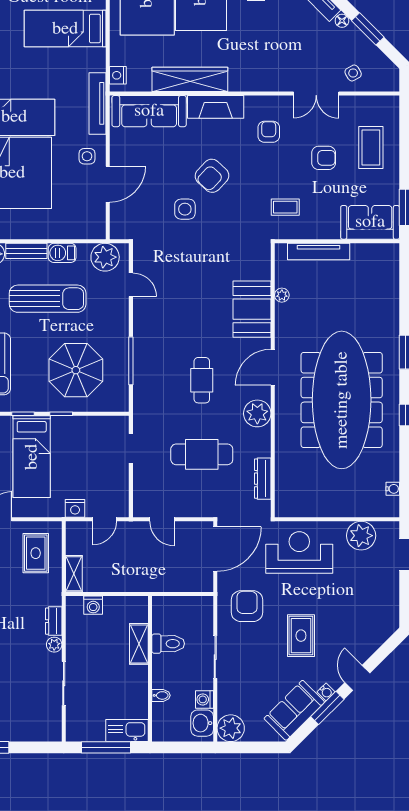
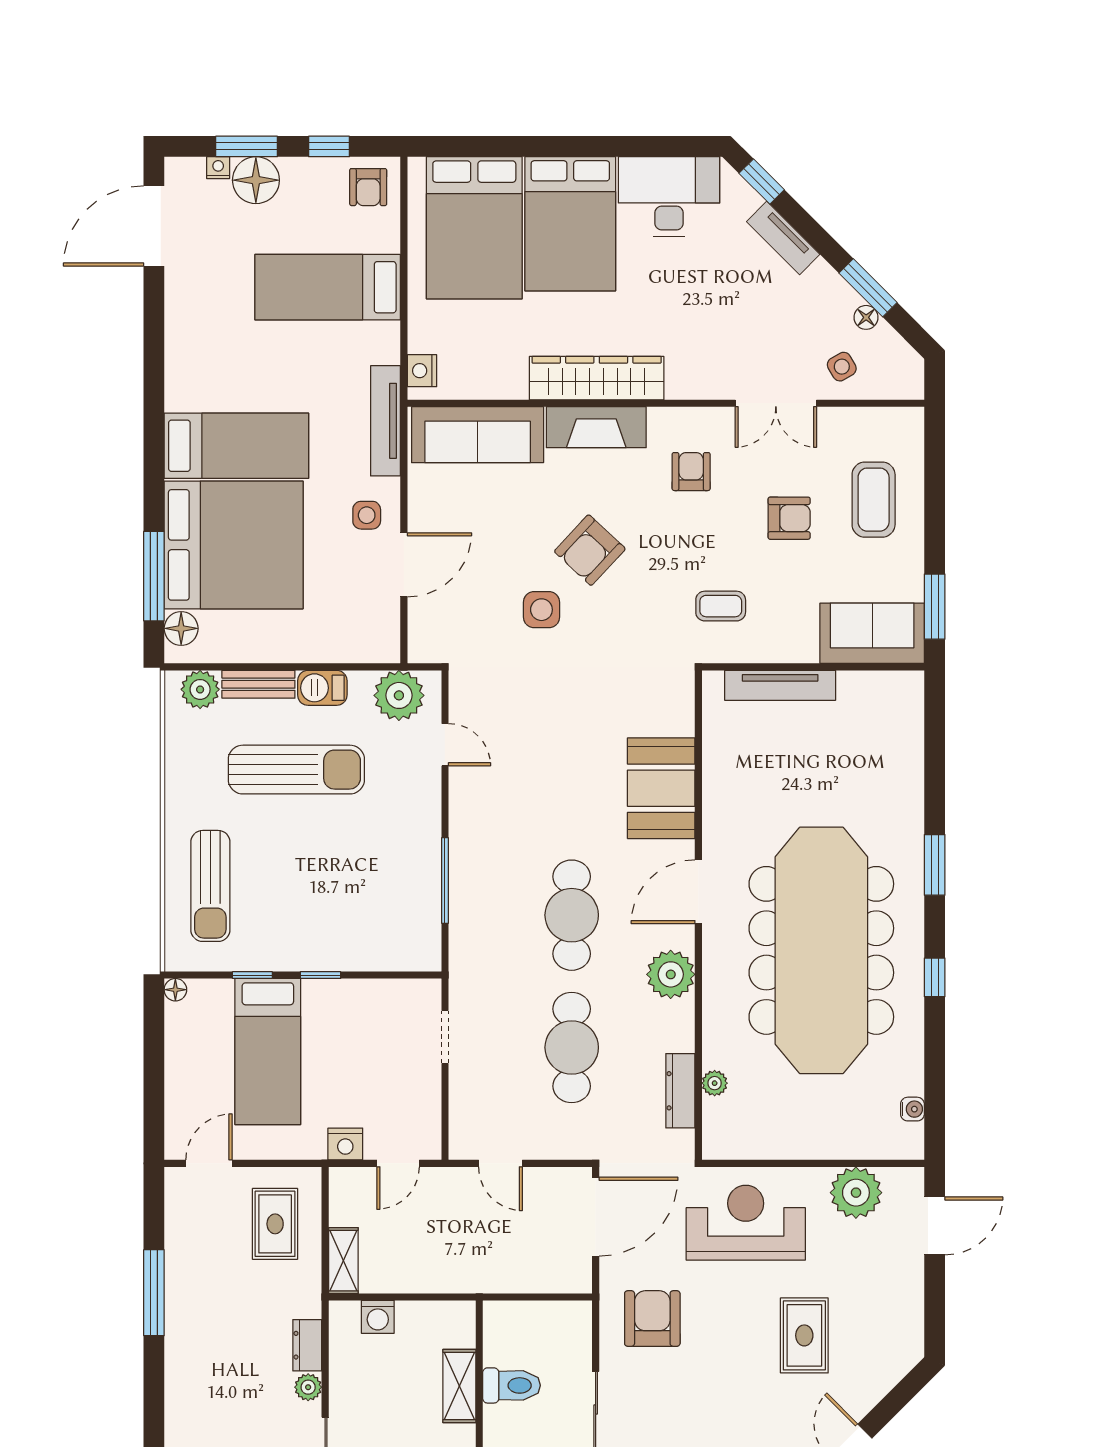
floor lamp: (342, 21) -> (866, 317), moved
wardrobe: (190, 79) -> (597, 378), moved
plant: (282, 295) -> (715, 1083), moved
parasol: (76, 370) -> (347, 897), removed
cafe table: (202, 380) -> (572, 915), width x1.37, depth x1.35
cafe table: (202, 454) -> (572, 1047), turned 90
rug: (301, 636) -> (804, 1335), moved

